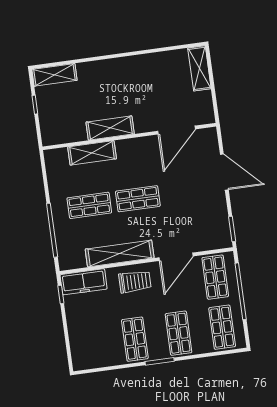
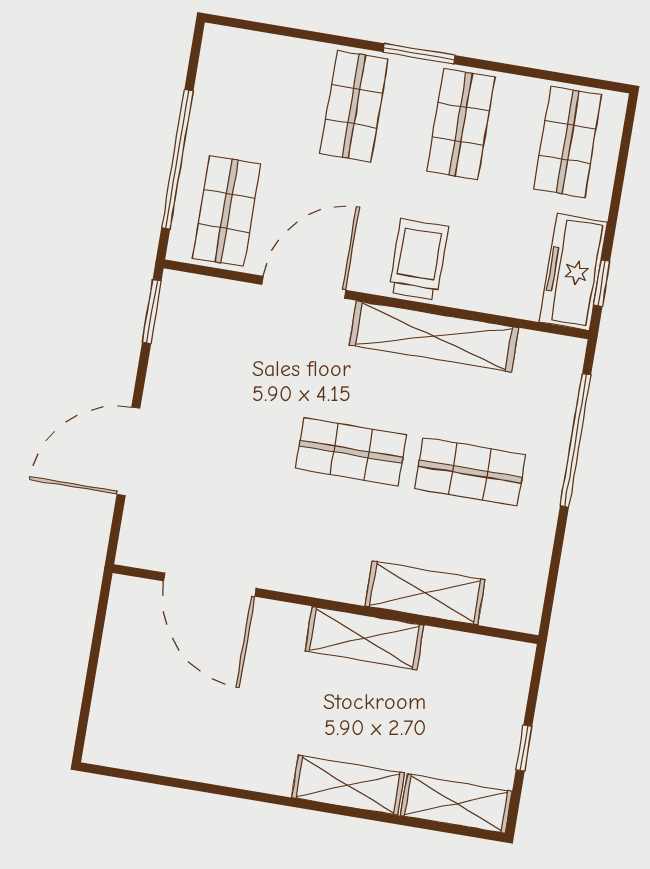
shelving: (199, 68) -> (348, 785), moved, turned 90
door: (177, 130) -> (210, 585), swing flipped
door: (224, 172) -> (128, 451), hinge flipped
freezer: (84, 282) -> (573, 272), moved, turned -90
trolley: (135, 282) -> (419, 259), turned 90
shop shelf: (222, 327) -> (568, 142), moved

